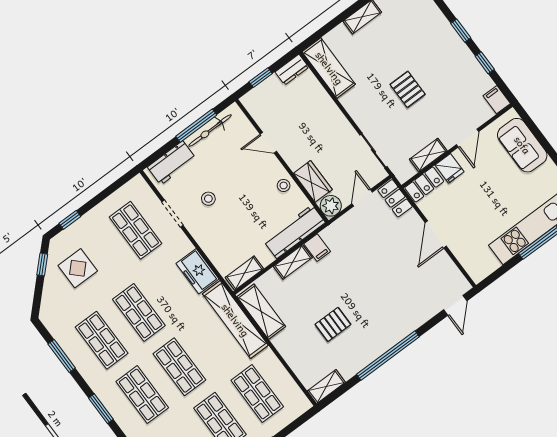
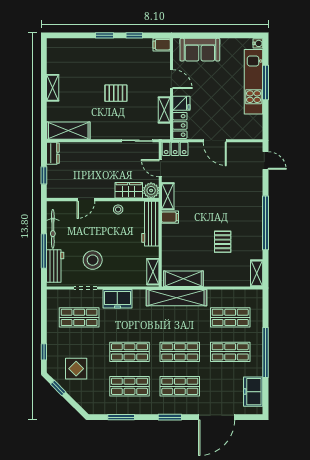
window: (196, 126) -> (44, 251), moved
stool: (208, 199) -> (93, 260), width x1.89, depth x1.89
shelving: (293, 262) -> (168, 196), moved
freezer: (198, 271) -> (117, 299), moved

